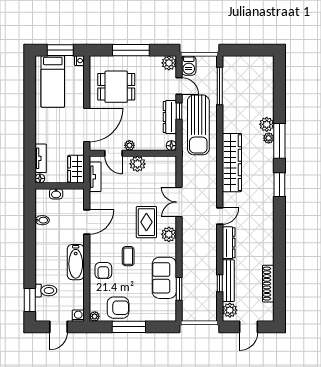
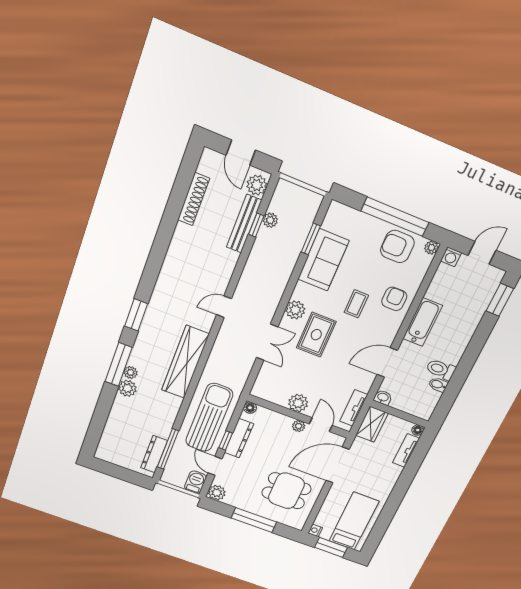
washbasin: (56, 194) -> (383, 397), moved
dresser: (229, 243) -> (154, 454), moved
plant: (212, 290) -> (270, 220), added
toilet: (46, 291) -> (441, 369), moved
window: (129, 327) -> (395, 217), width x1.46
door: (248, 327) -> (241, 153), swing flipped

